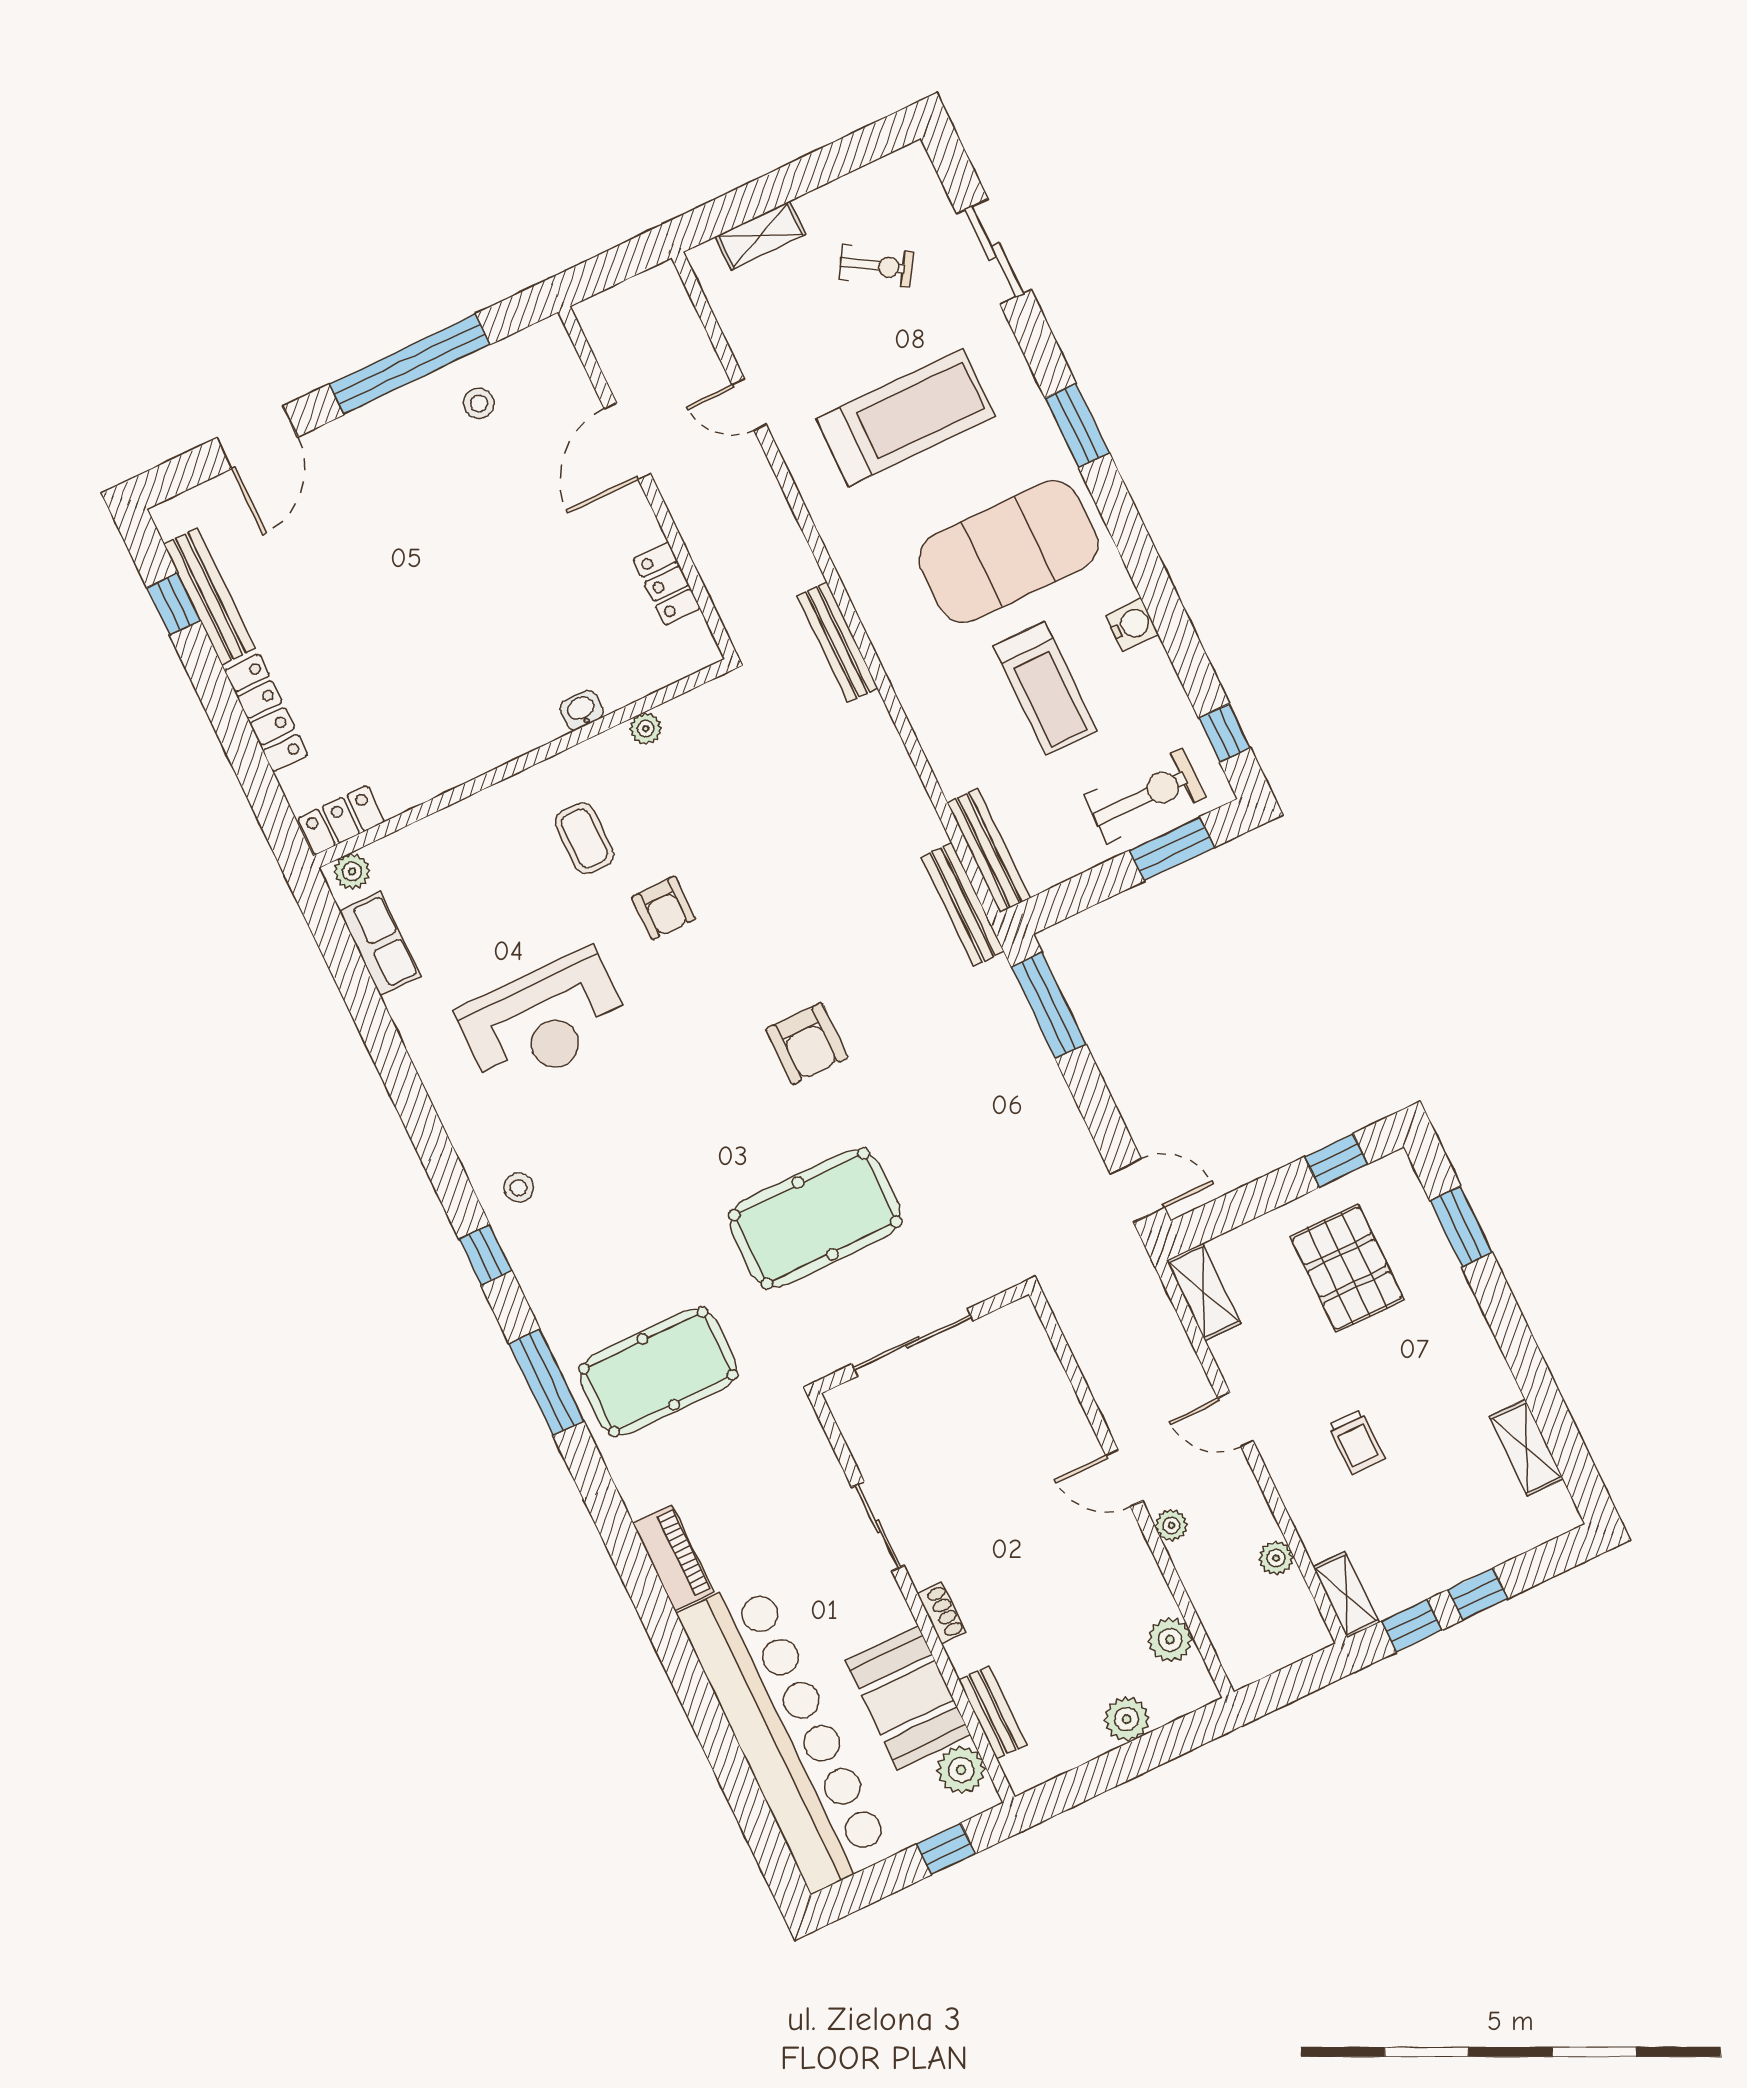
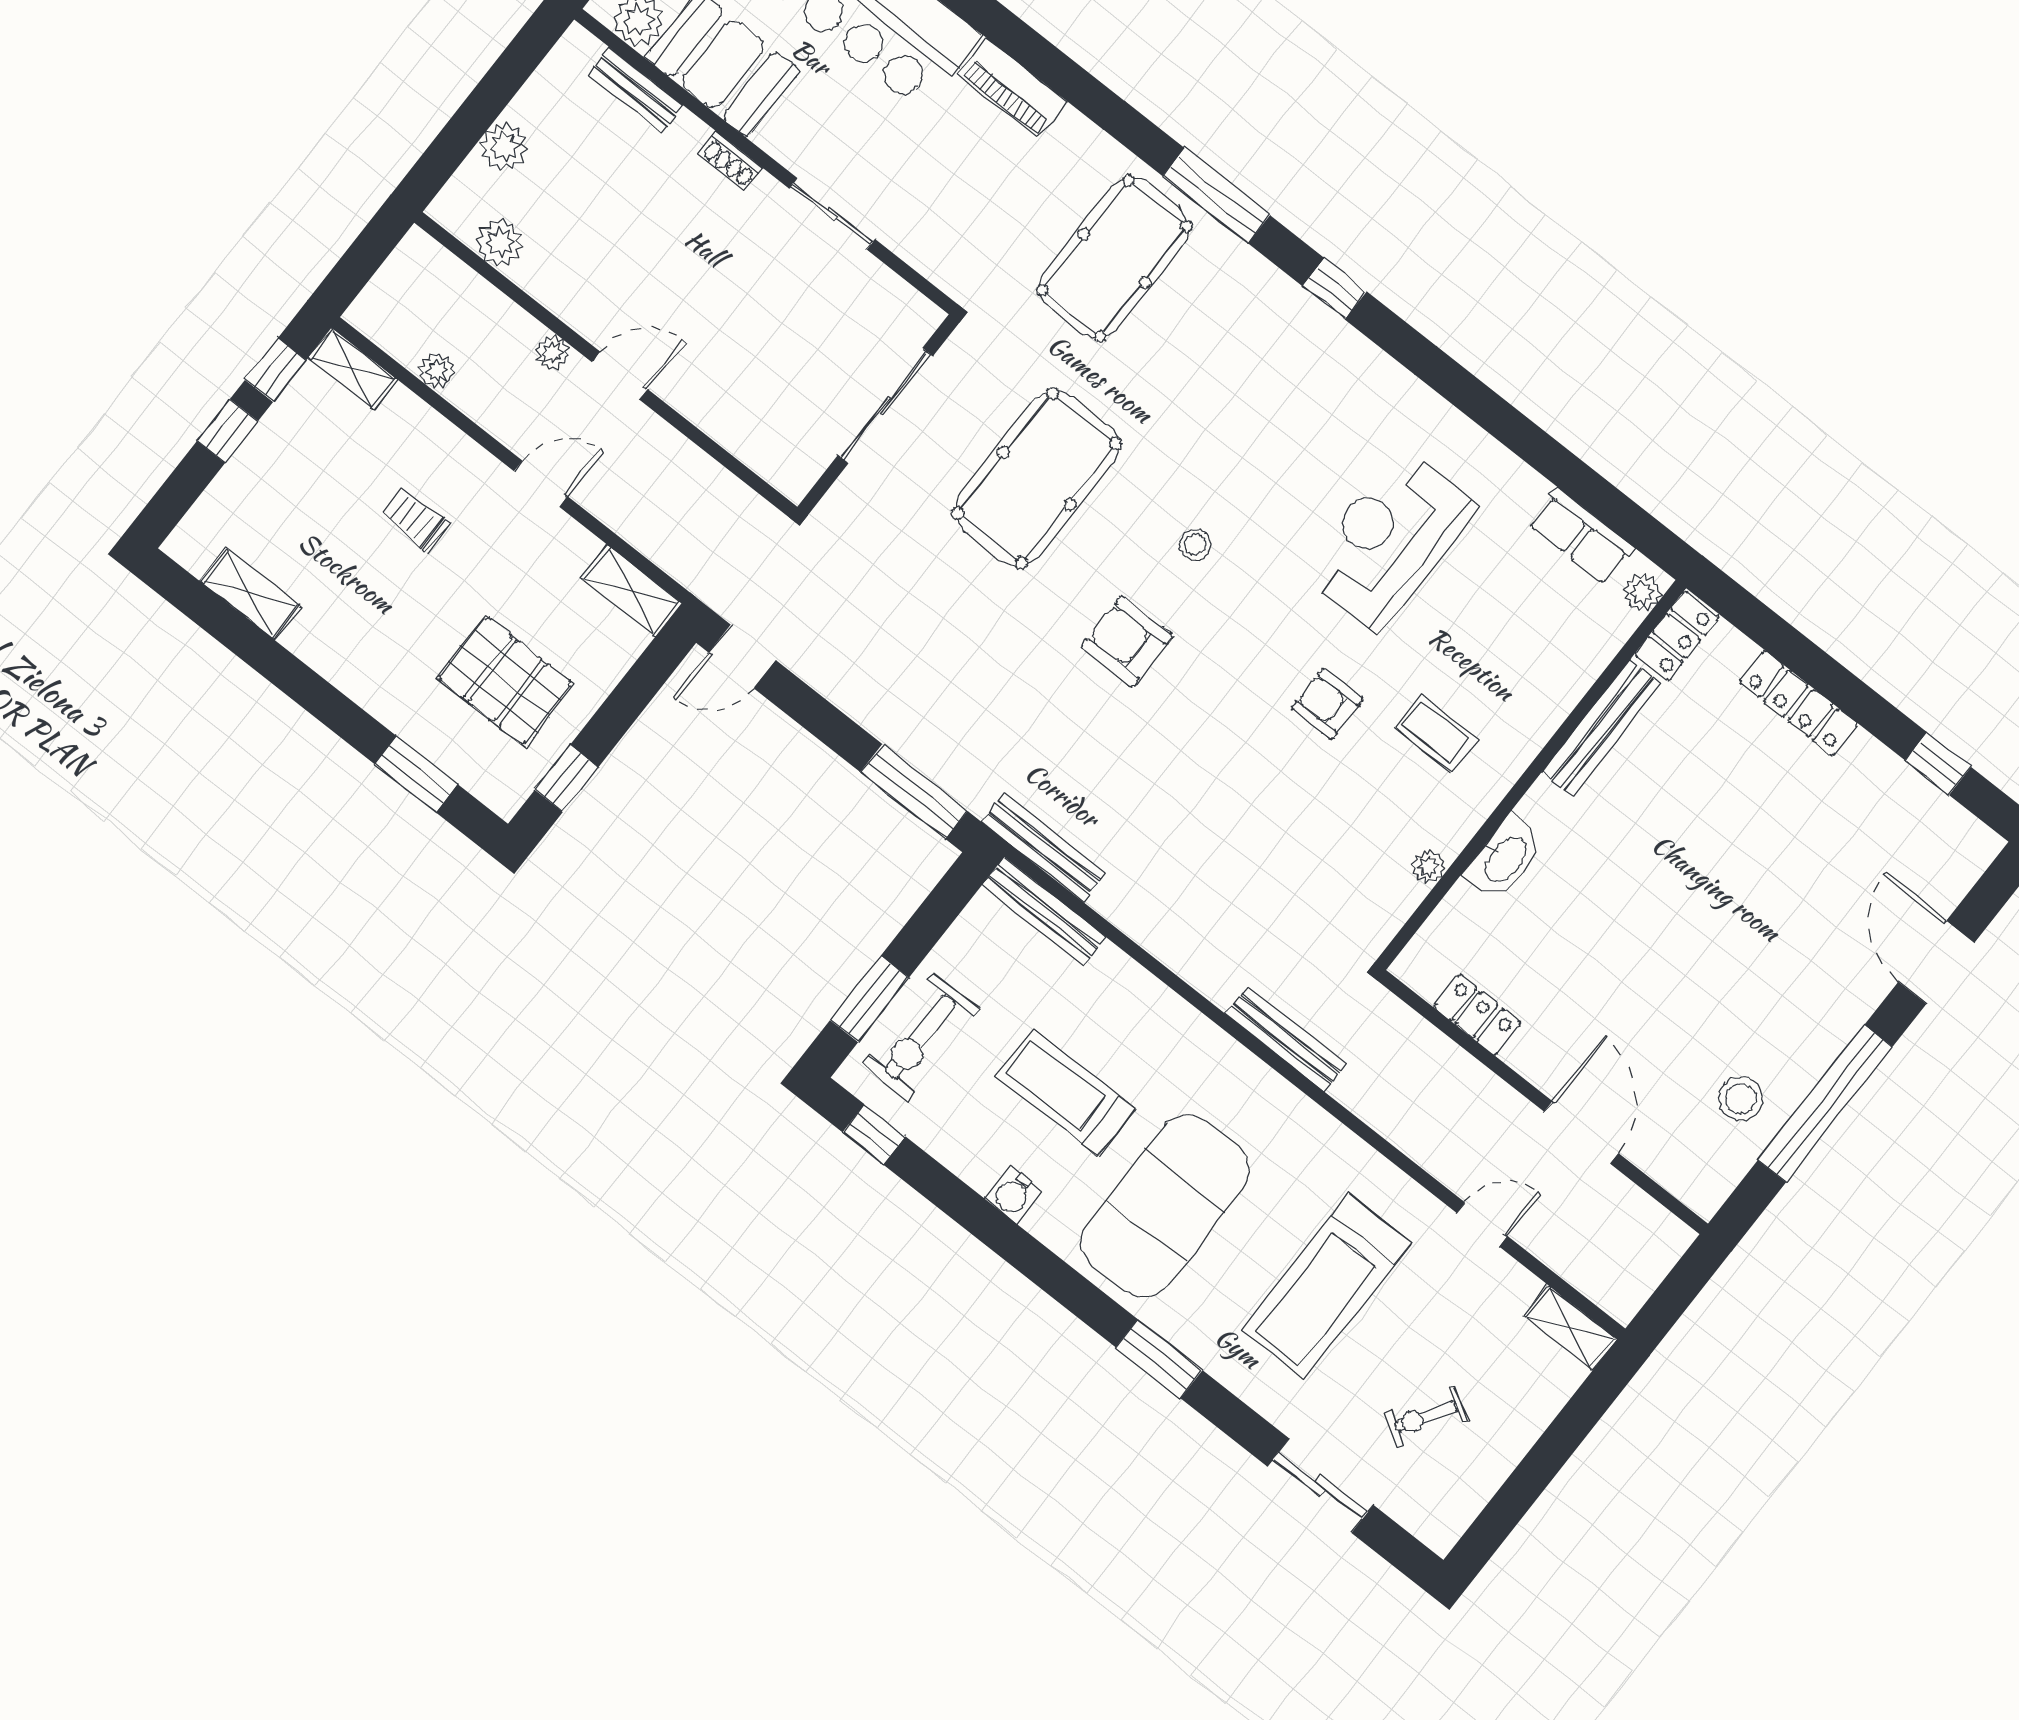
shelving: (760, 235) -> (1570, 1328), moved, turned 90
stool: (479, 403) -> (1741, 1099), width x1.37, depth x1.37
bench: (209, 596) -> (1602, 728), moved, turned 90
washbasin: (582, 710) -> (1505, 859), width x1.91, depth x1.45
stool: (519, 1188) -> (1195, 545), moved

